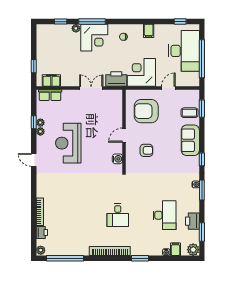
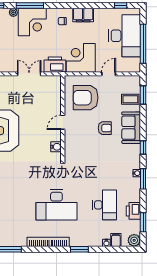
filing cabinet: (149, 31) -> (83, 15), width x2.00
armchair: (146, 150) -> (105, 128), moved
desk: (118, 215) -> (56, 205), width x1.87, depth x1.30

